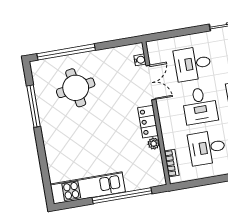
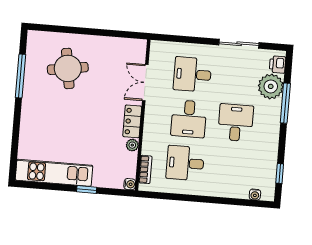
window: (66, 52) -> (68, 30), removed
water cooler: (140, 60) -> (130, 184), moved
double door: (151, 83) -> (145, 83), swing flipped
window: (122, 196) -> (87, 190), width x0.32

